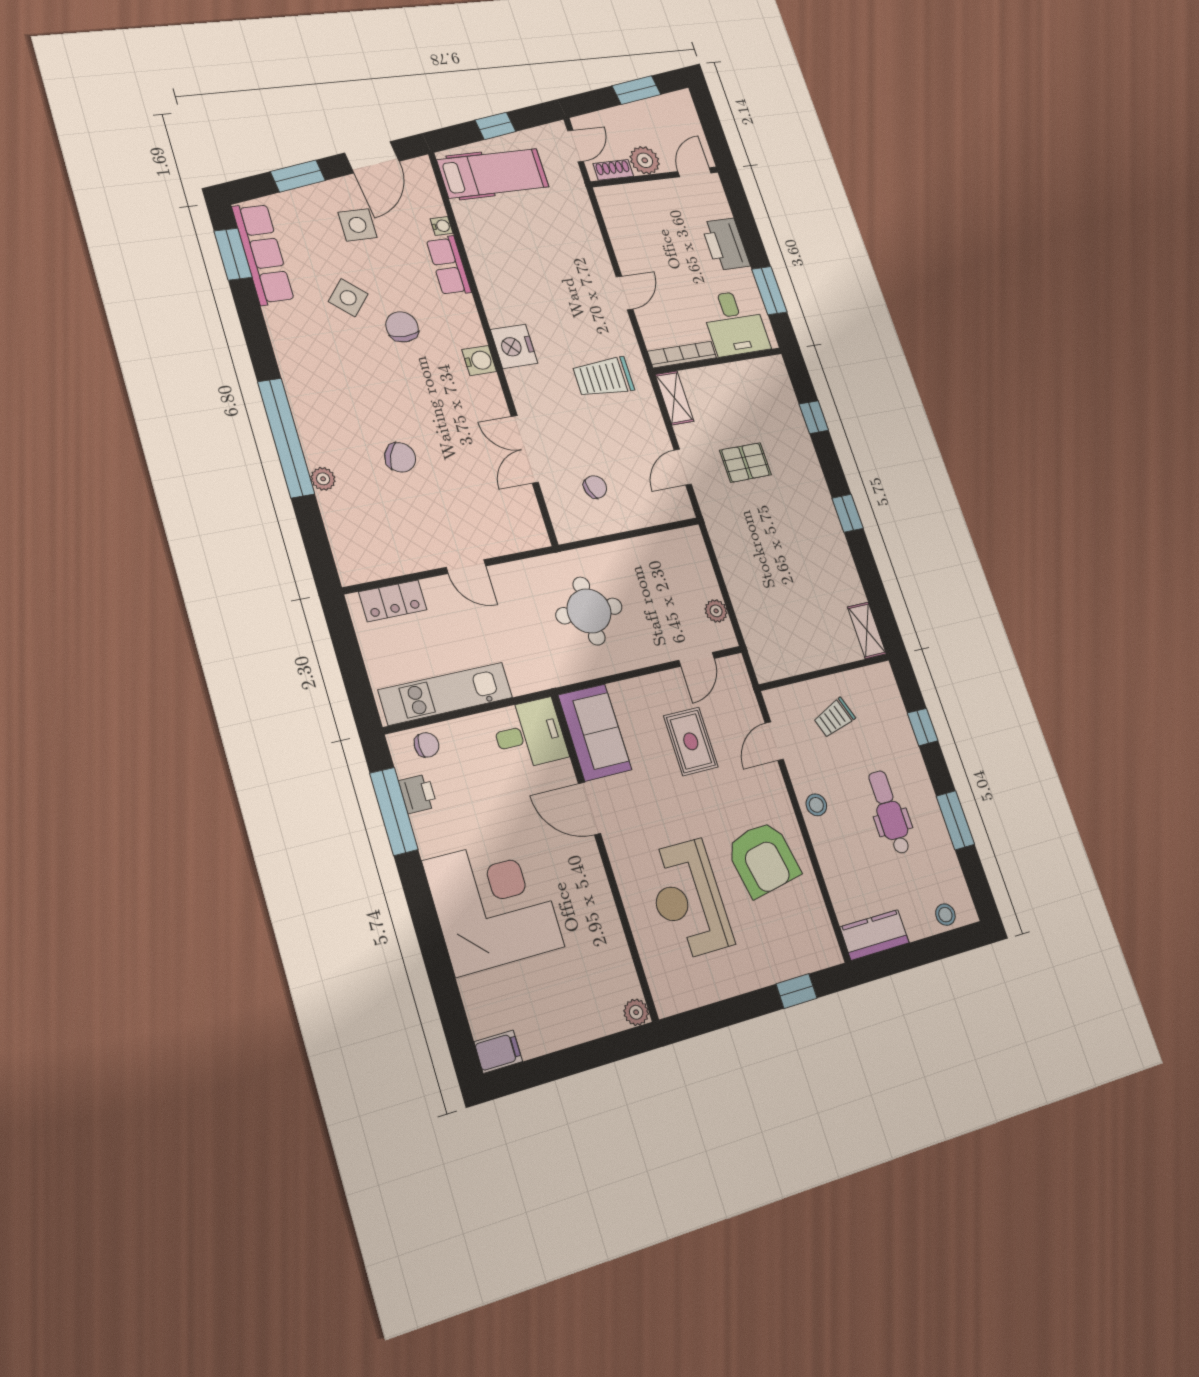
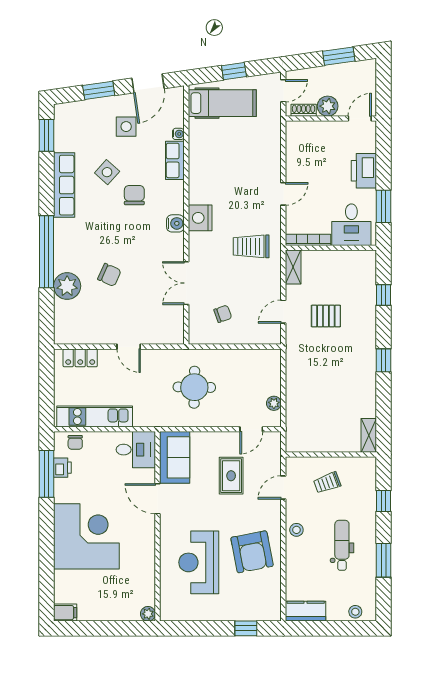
row of seats: (263, 254) -> (64, 185), moved
plant: (323, 479) -> (67, 286), width x1.88, depth x1.88
chair: (427, 745) -> (75, 442), turned 90

